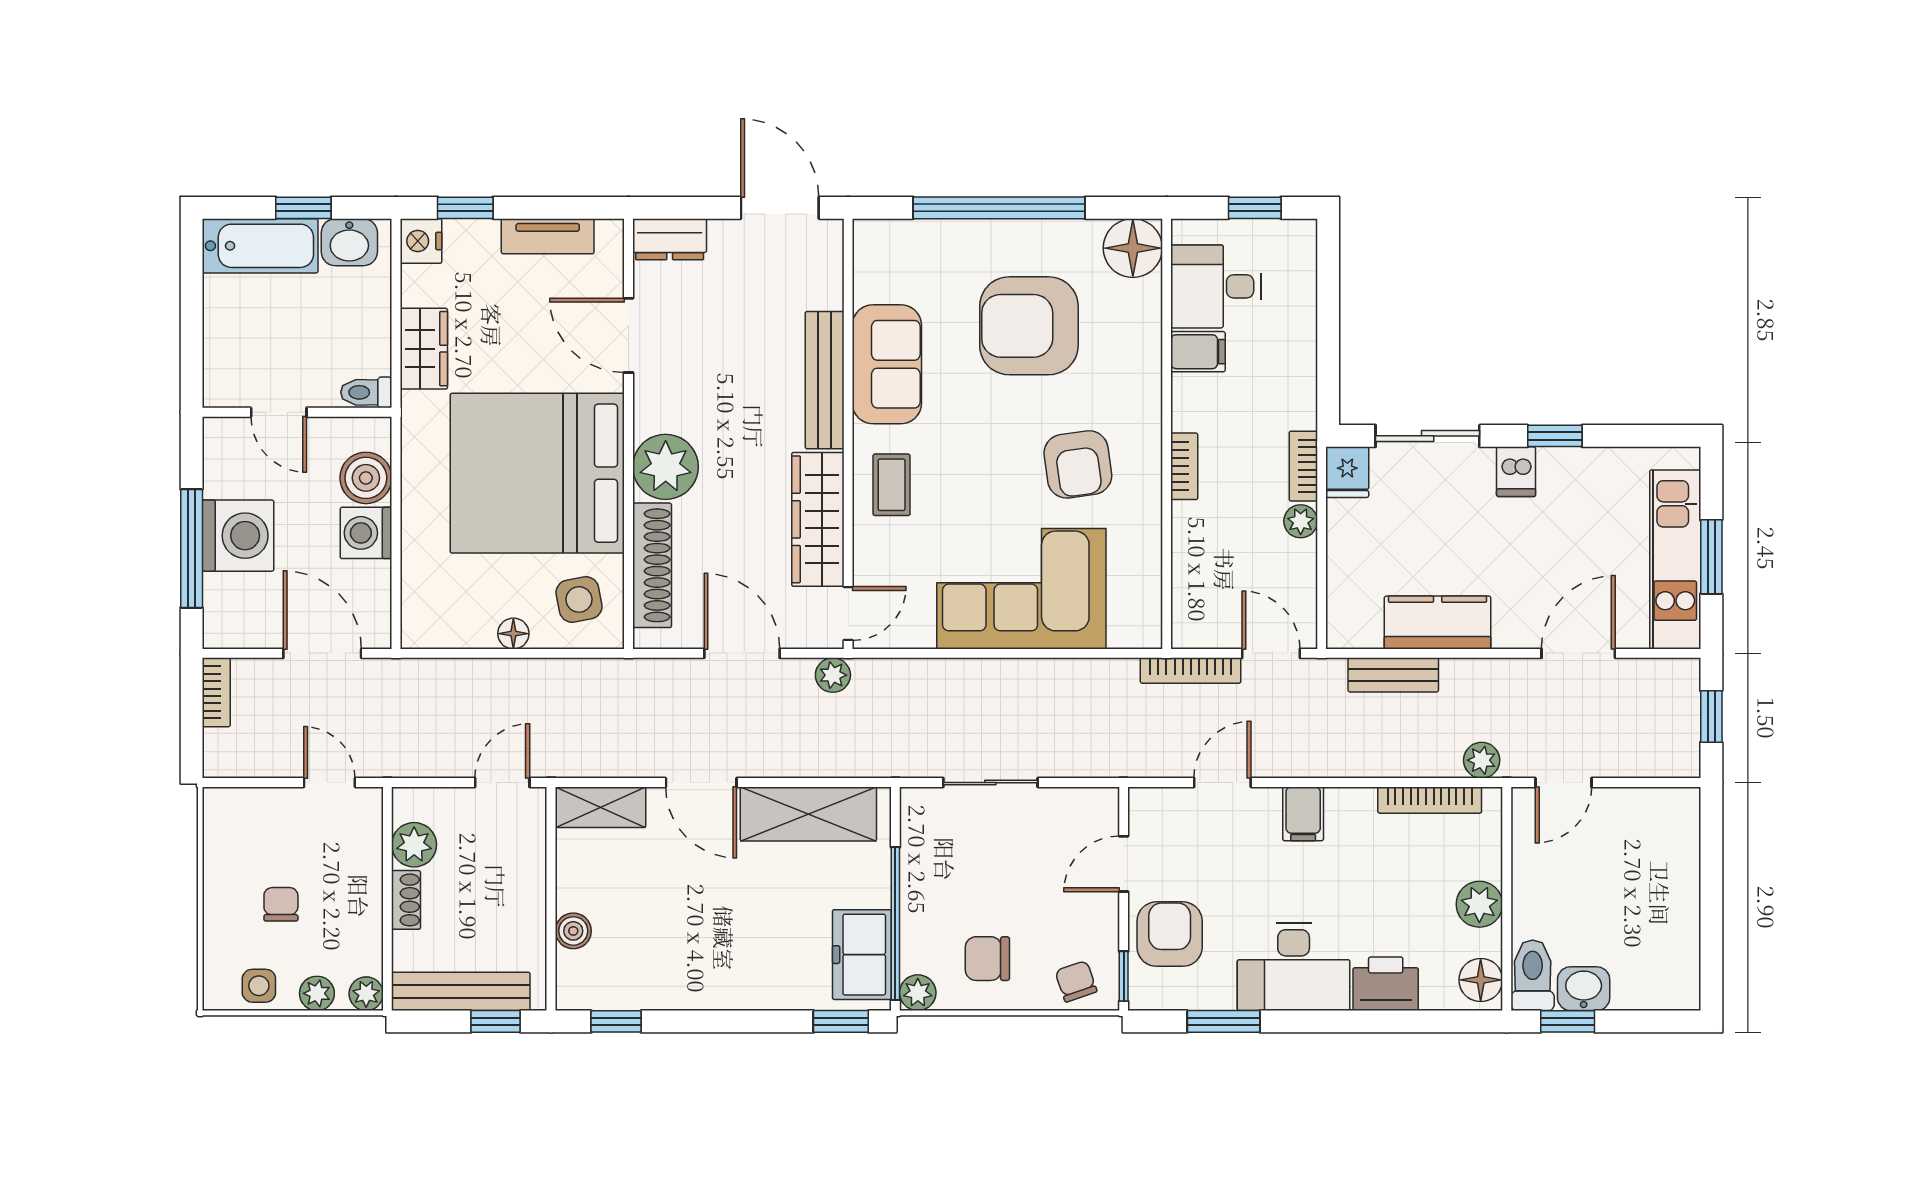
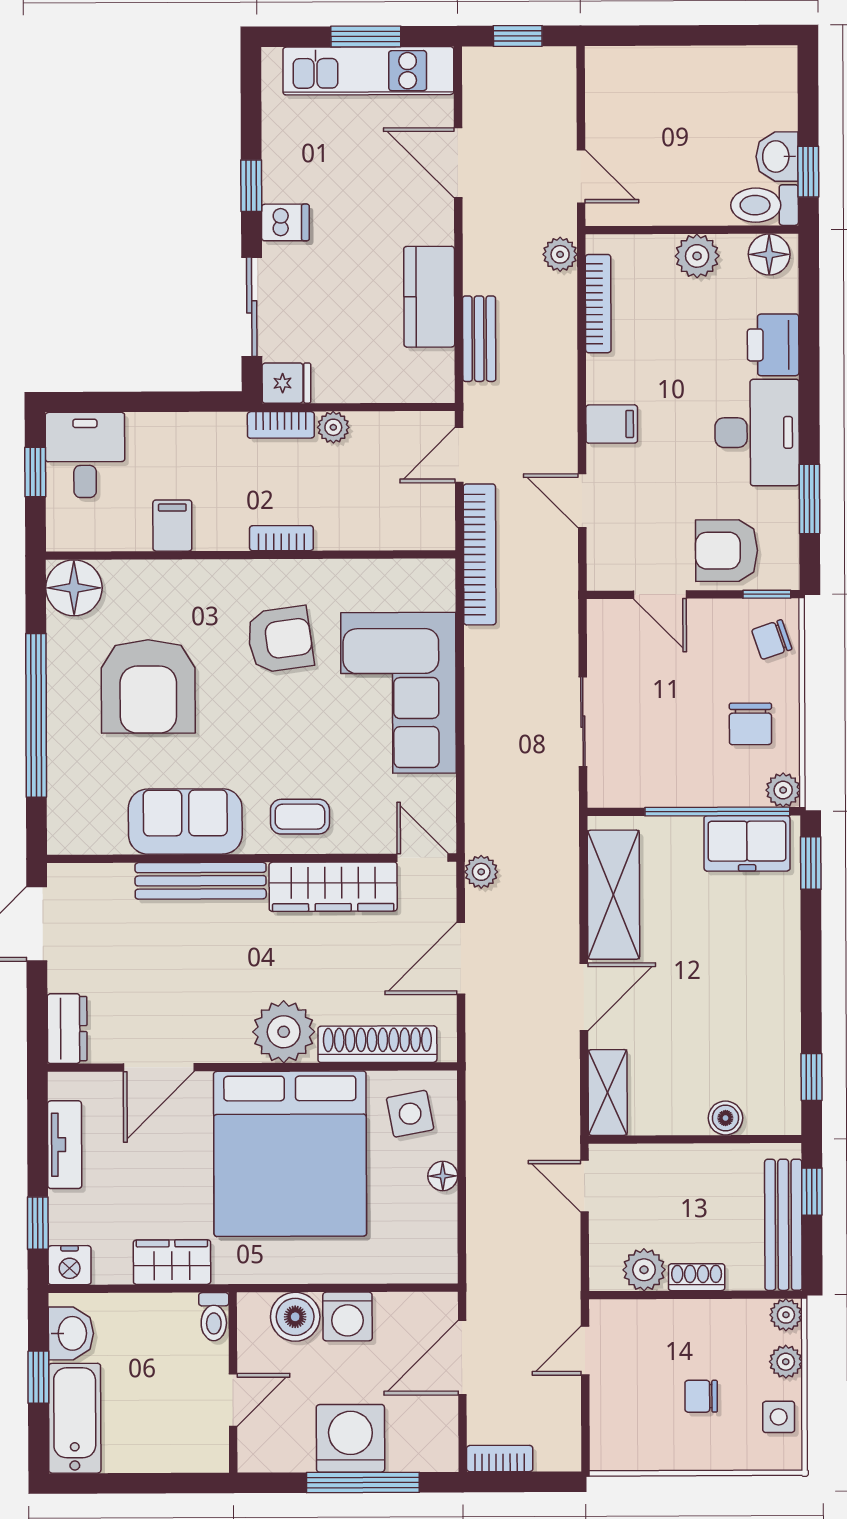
desk: (1216, 286) -> (85, 455), moved, turned 180
bookcase: (1191, 671) -> (480, 554), width x1.48, depth x1.31

